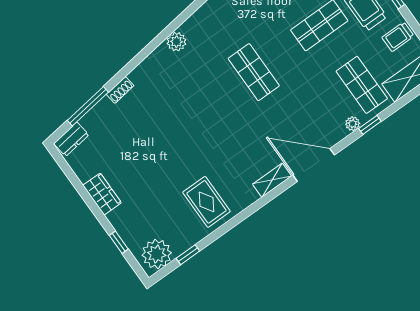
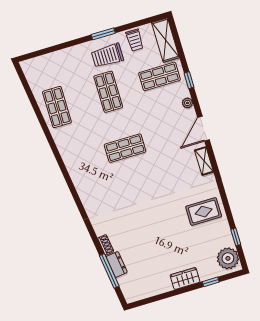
plant: (176, 42) -> (86, 194), removed
plant: (353, 124) -> (187, 103), moved
dresser: (71, 139) -> (117, 264), moved
door: (314, 165) -> (203, 129), width x0.73
wardrobe: (102, 194) -> (185, 278), moved

